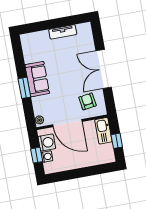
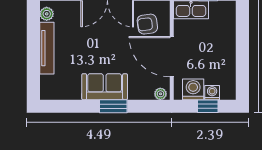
plant: (82, 28) -> (47, 14), added
tv unit: (63, 32) -> (47, 48), width x1.41
door: (67, 123) -> (172, 57), swing flipped

